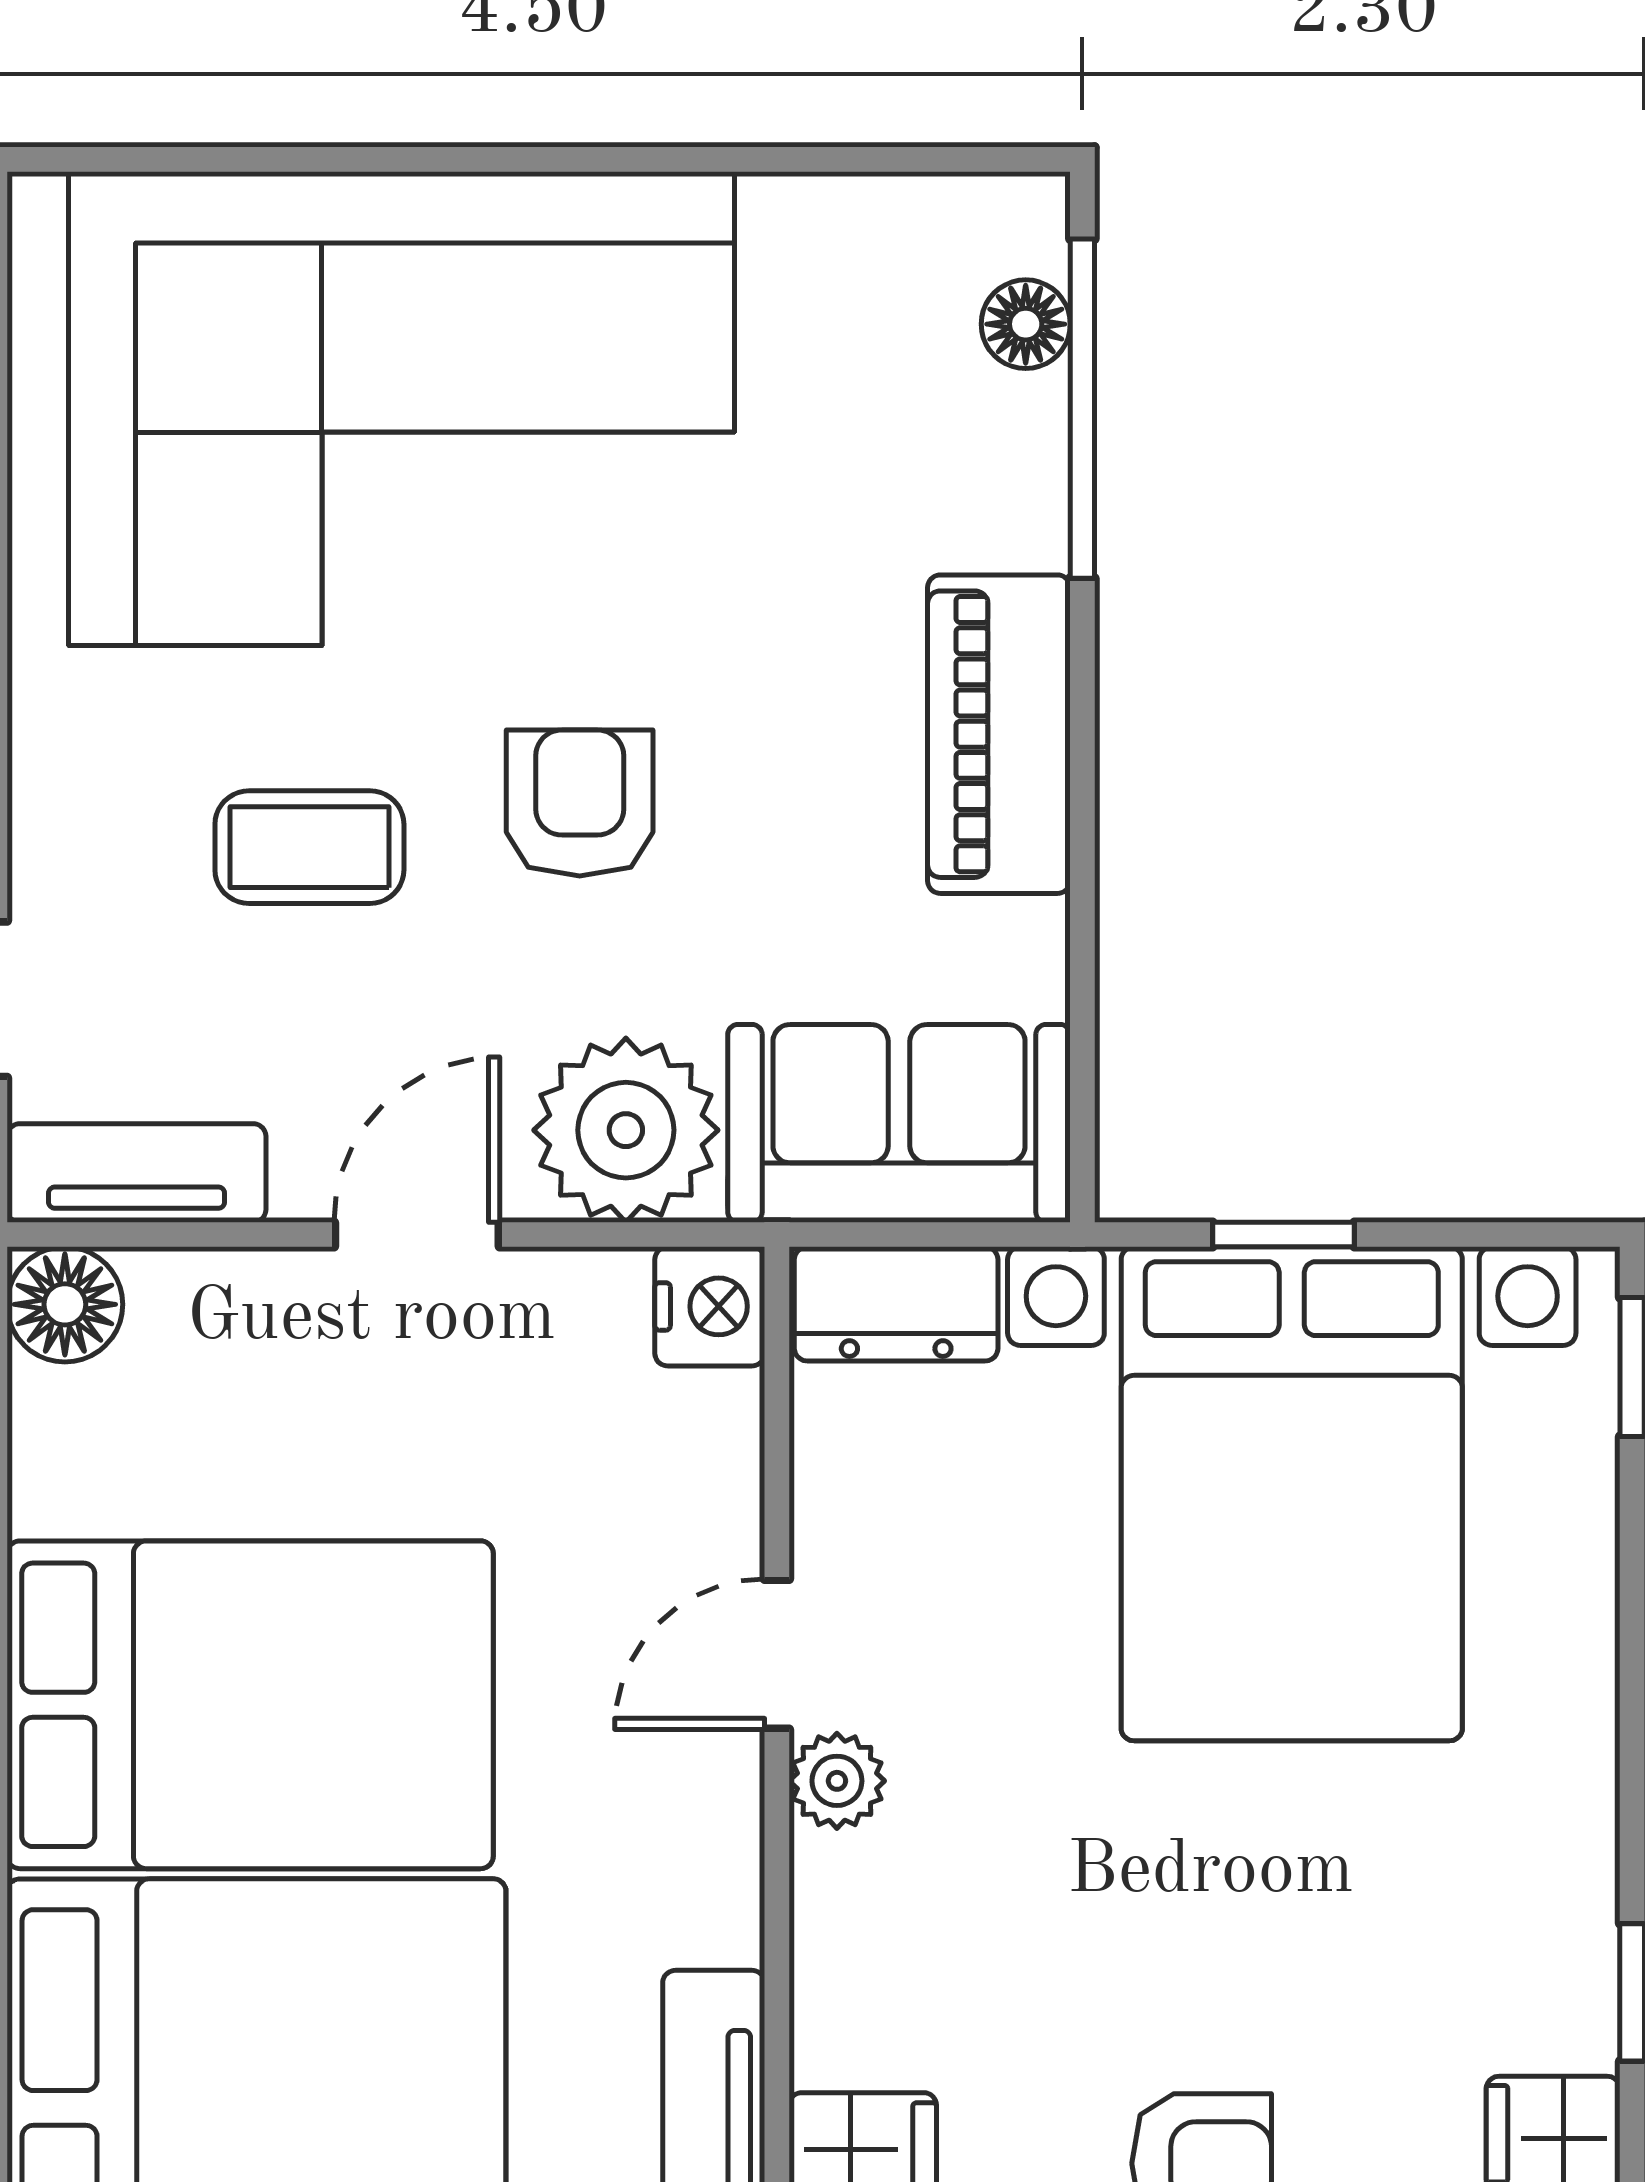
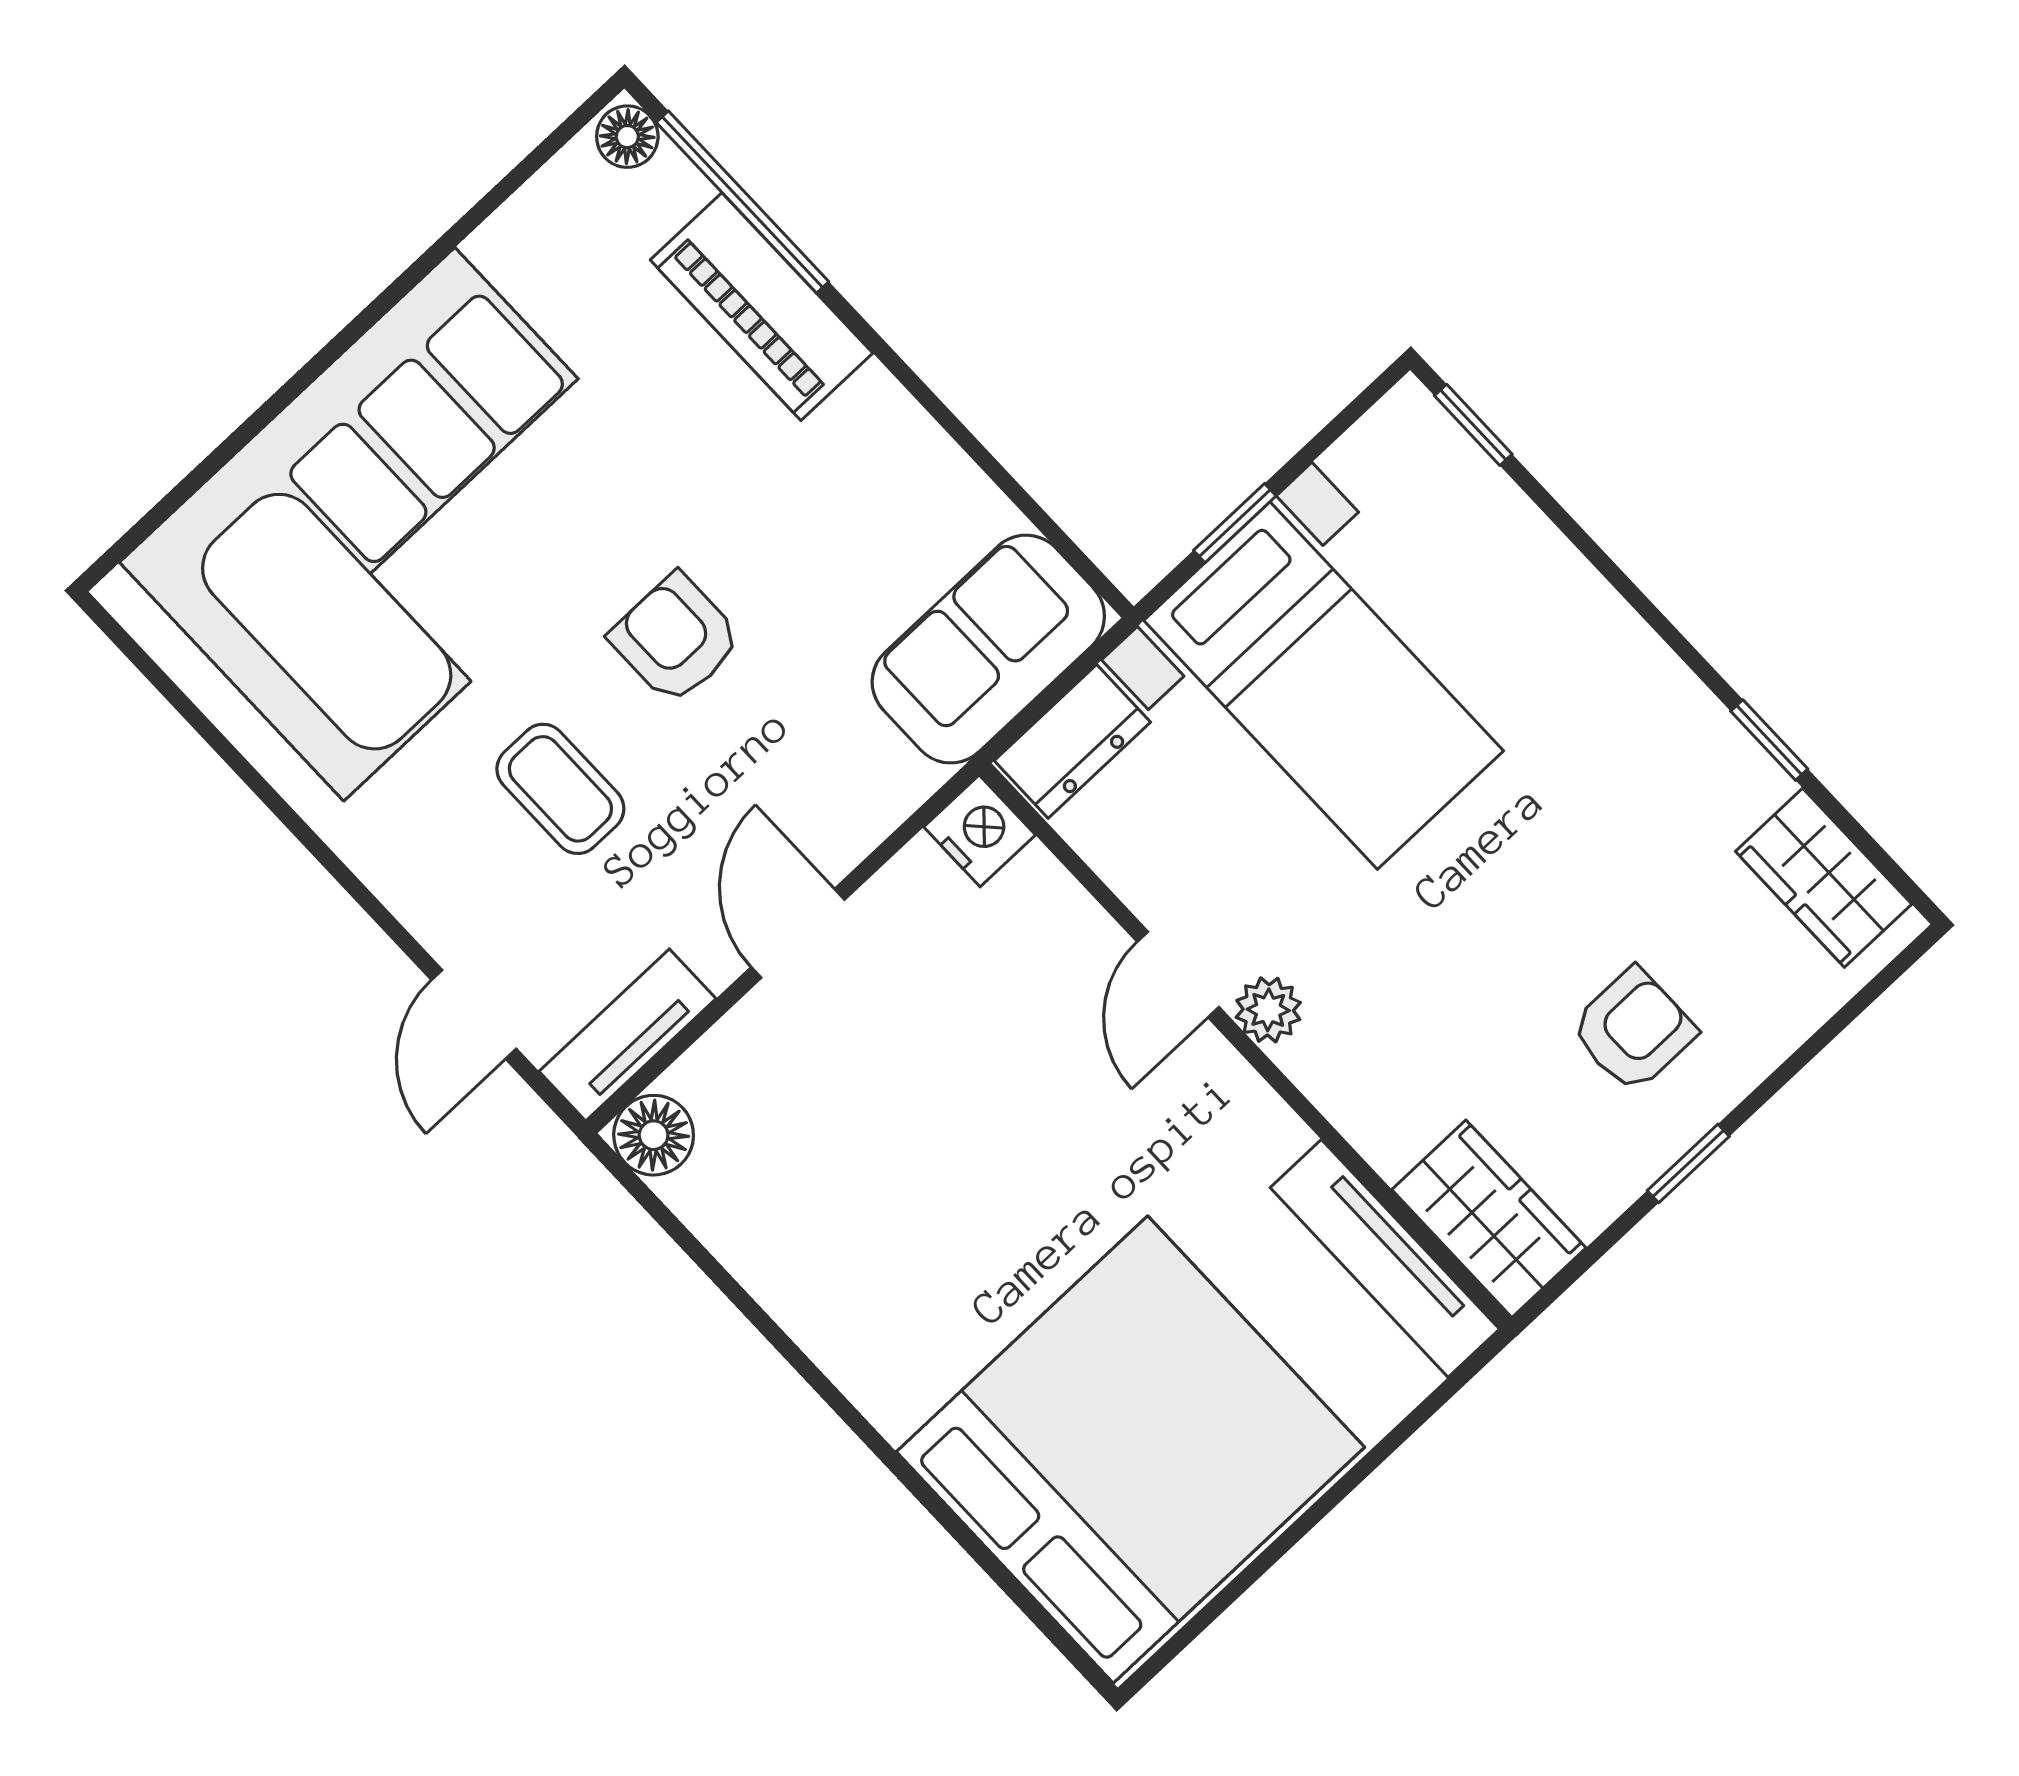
floor lamp: (1026, 324) -> (627, 137), moved
piano: (999, 734) -> (761, 307), moved
coffee table: (309, 847) -> (560, 789), turned 90
plant: (626, 1130) -> (854, 782), removed
bed with nightstands: (1292, 1494) -> (1324, 686), width x0.73
bed: (250, 1705) -> (937, 1249), removed

